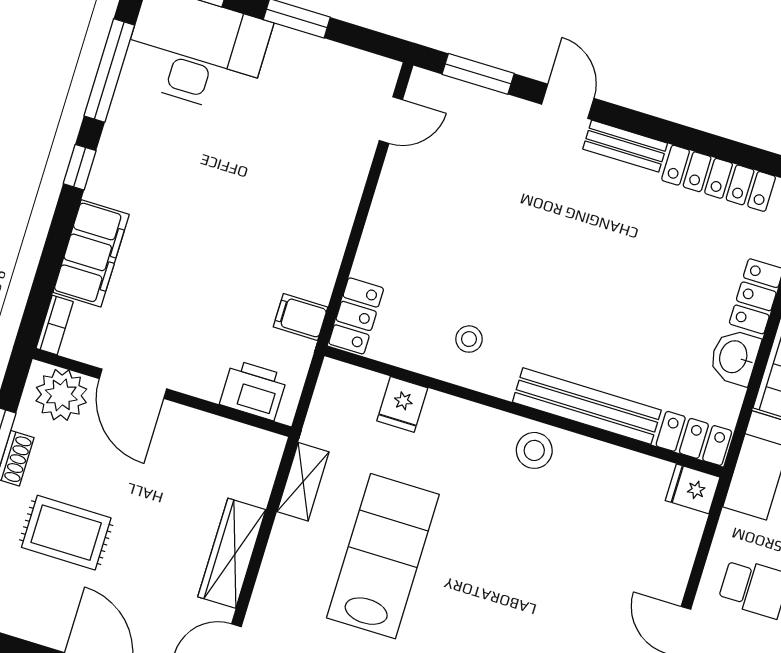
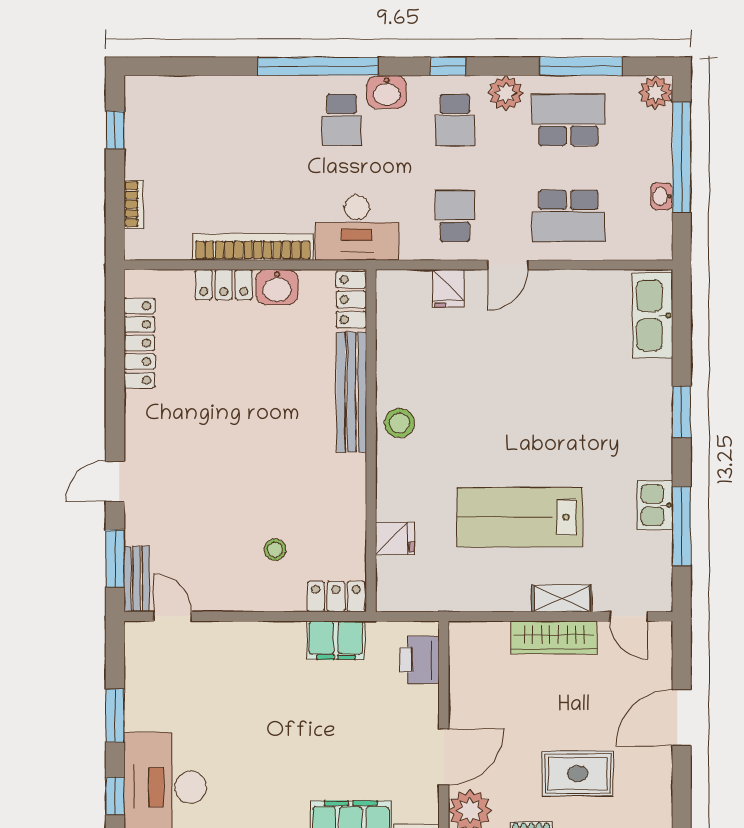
bench: (625, 146) -> (137, 579), moved
filing cabinet: (301, 317) -> (336, 640), width x2.00
stool: (469, 339) -> (275, 550), moved
shelving: (303, 482) -> (562, 598), moved
fridge: (693, 489) -> (448, 288), moved
rug: (66, 533) -> (578, 774), turned 90

